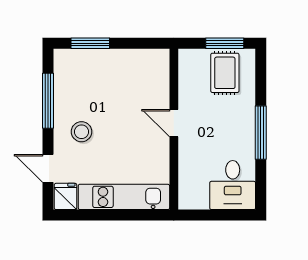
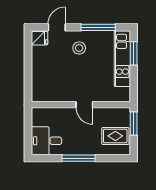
window: (225, 43) -> (134, 123), moved
door: (174, 123) -> (84, 105), swing flipped
kitchen unit: (124, 197) -> (122, 59), moved, turned 180

